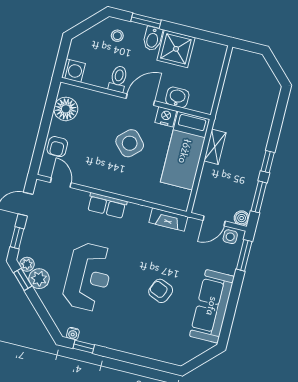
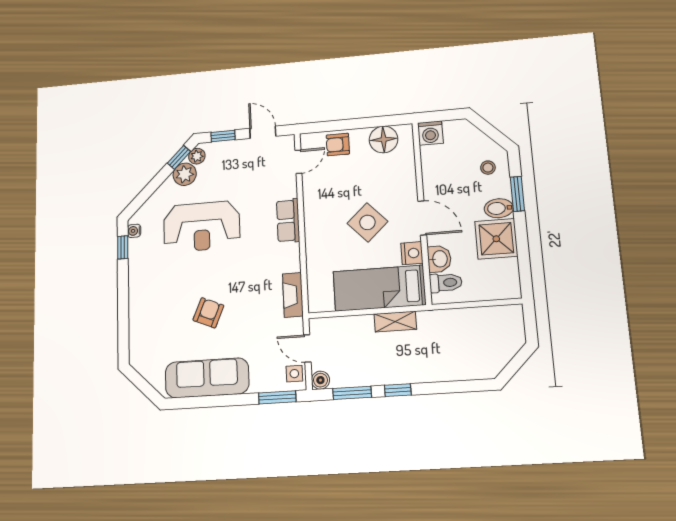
toilet: (118, 79) -> (446, 283), moved

